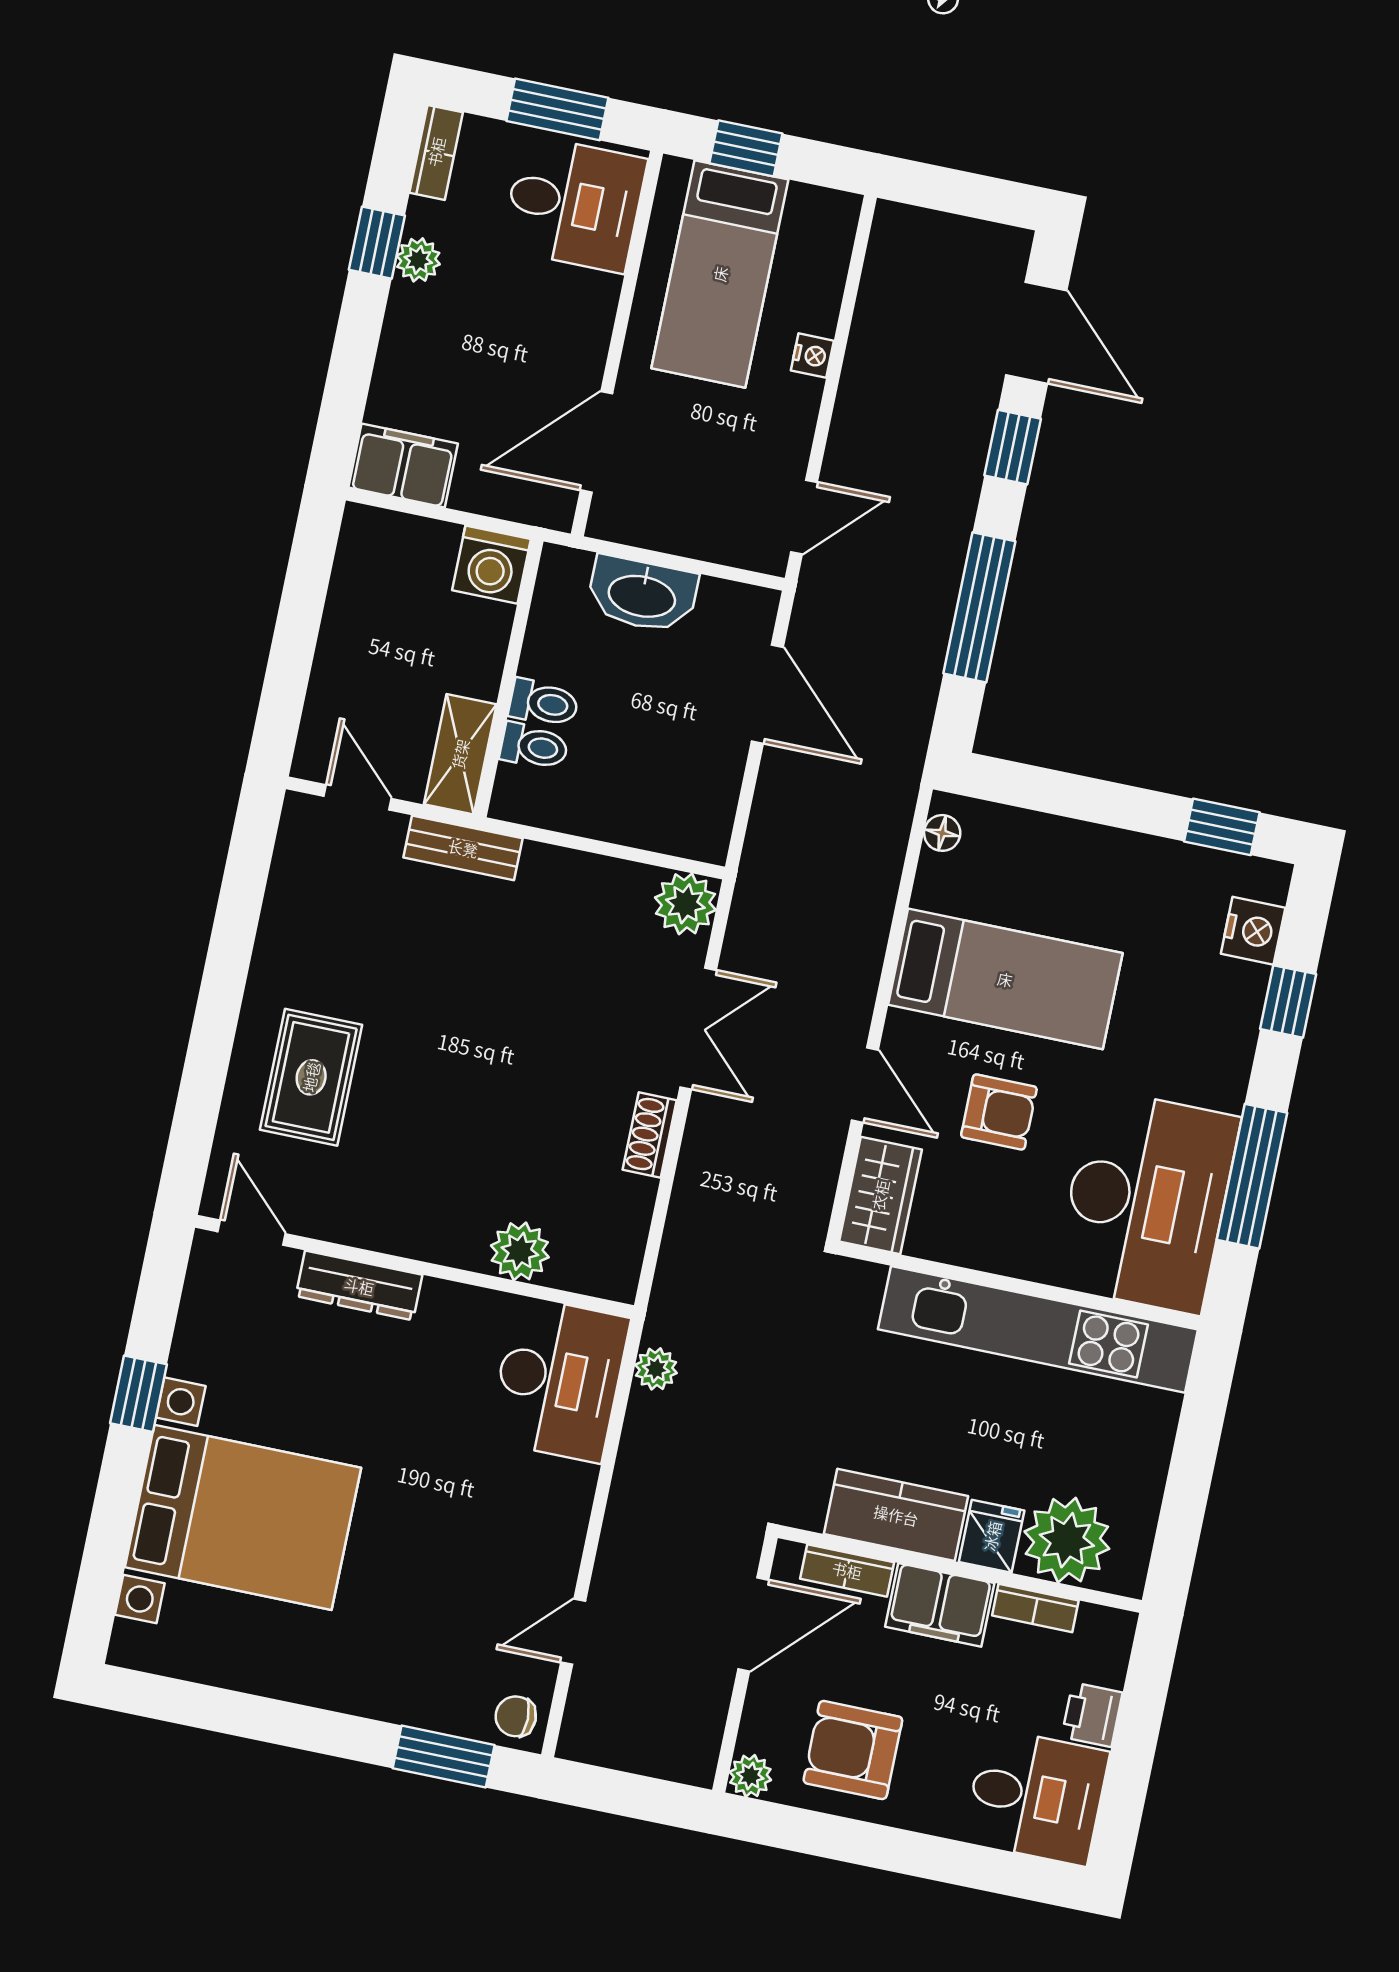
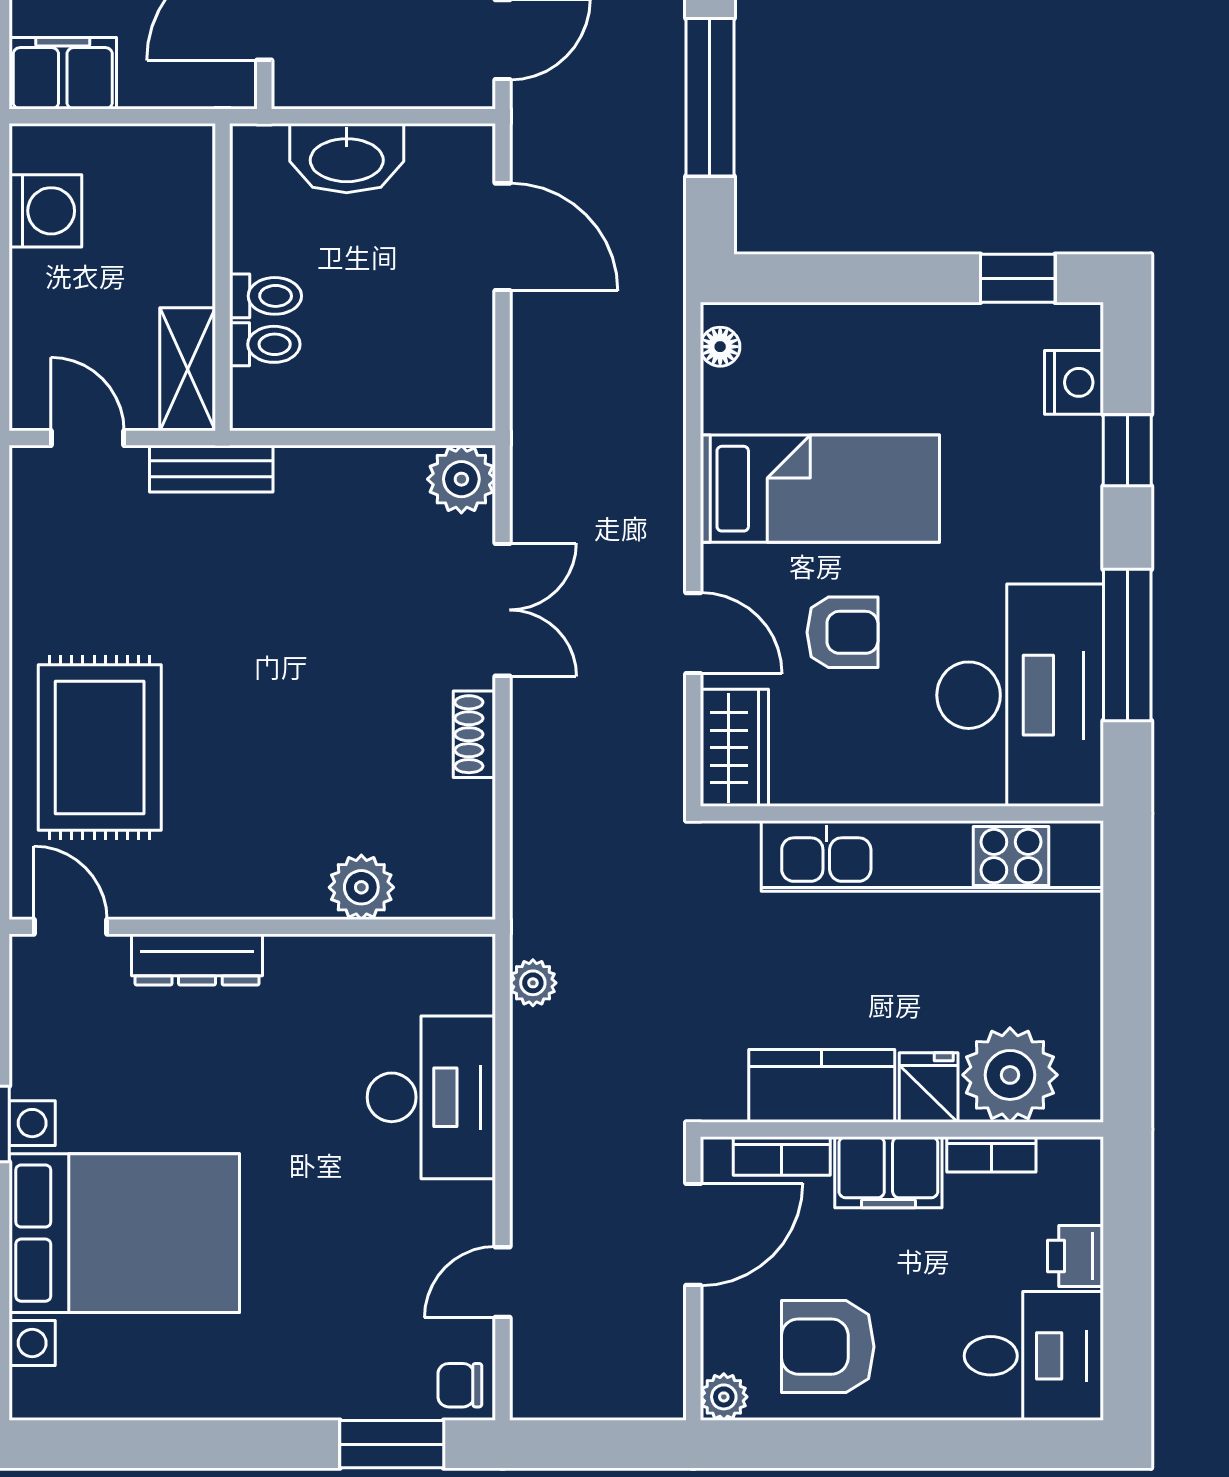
washing machine: (491, 565) -> (45, 211), moved, turned -90
rug: (311, 1077) -> (100, 748), width x1.36, depth x1.43
desk: (559, 1379) -> (431, 1097), moved

